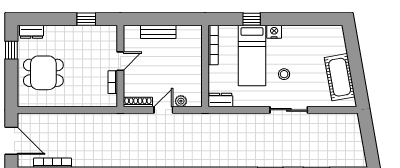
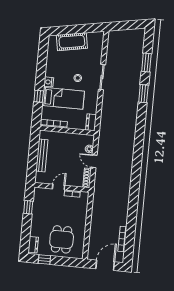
bench: (158, 32) -> (42, 155), width x1.36
door: (120, 61) -> (59, 187), hinge flipped
cot: (340, 77) -> (72, 42), moved

